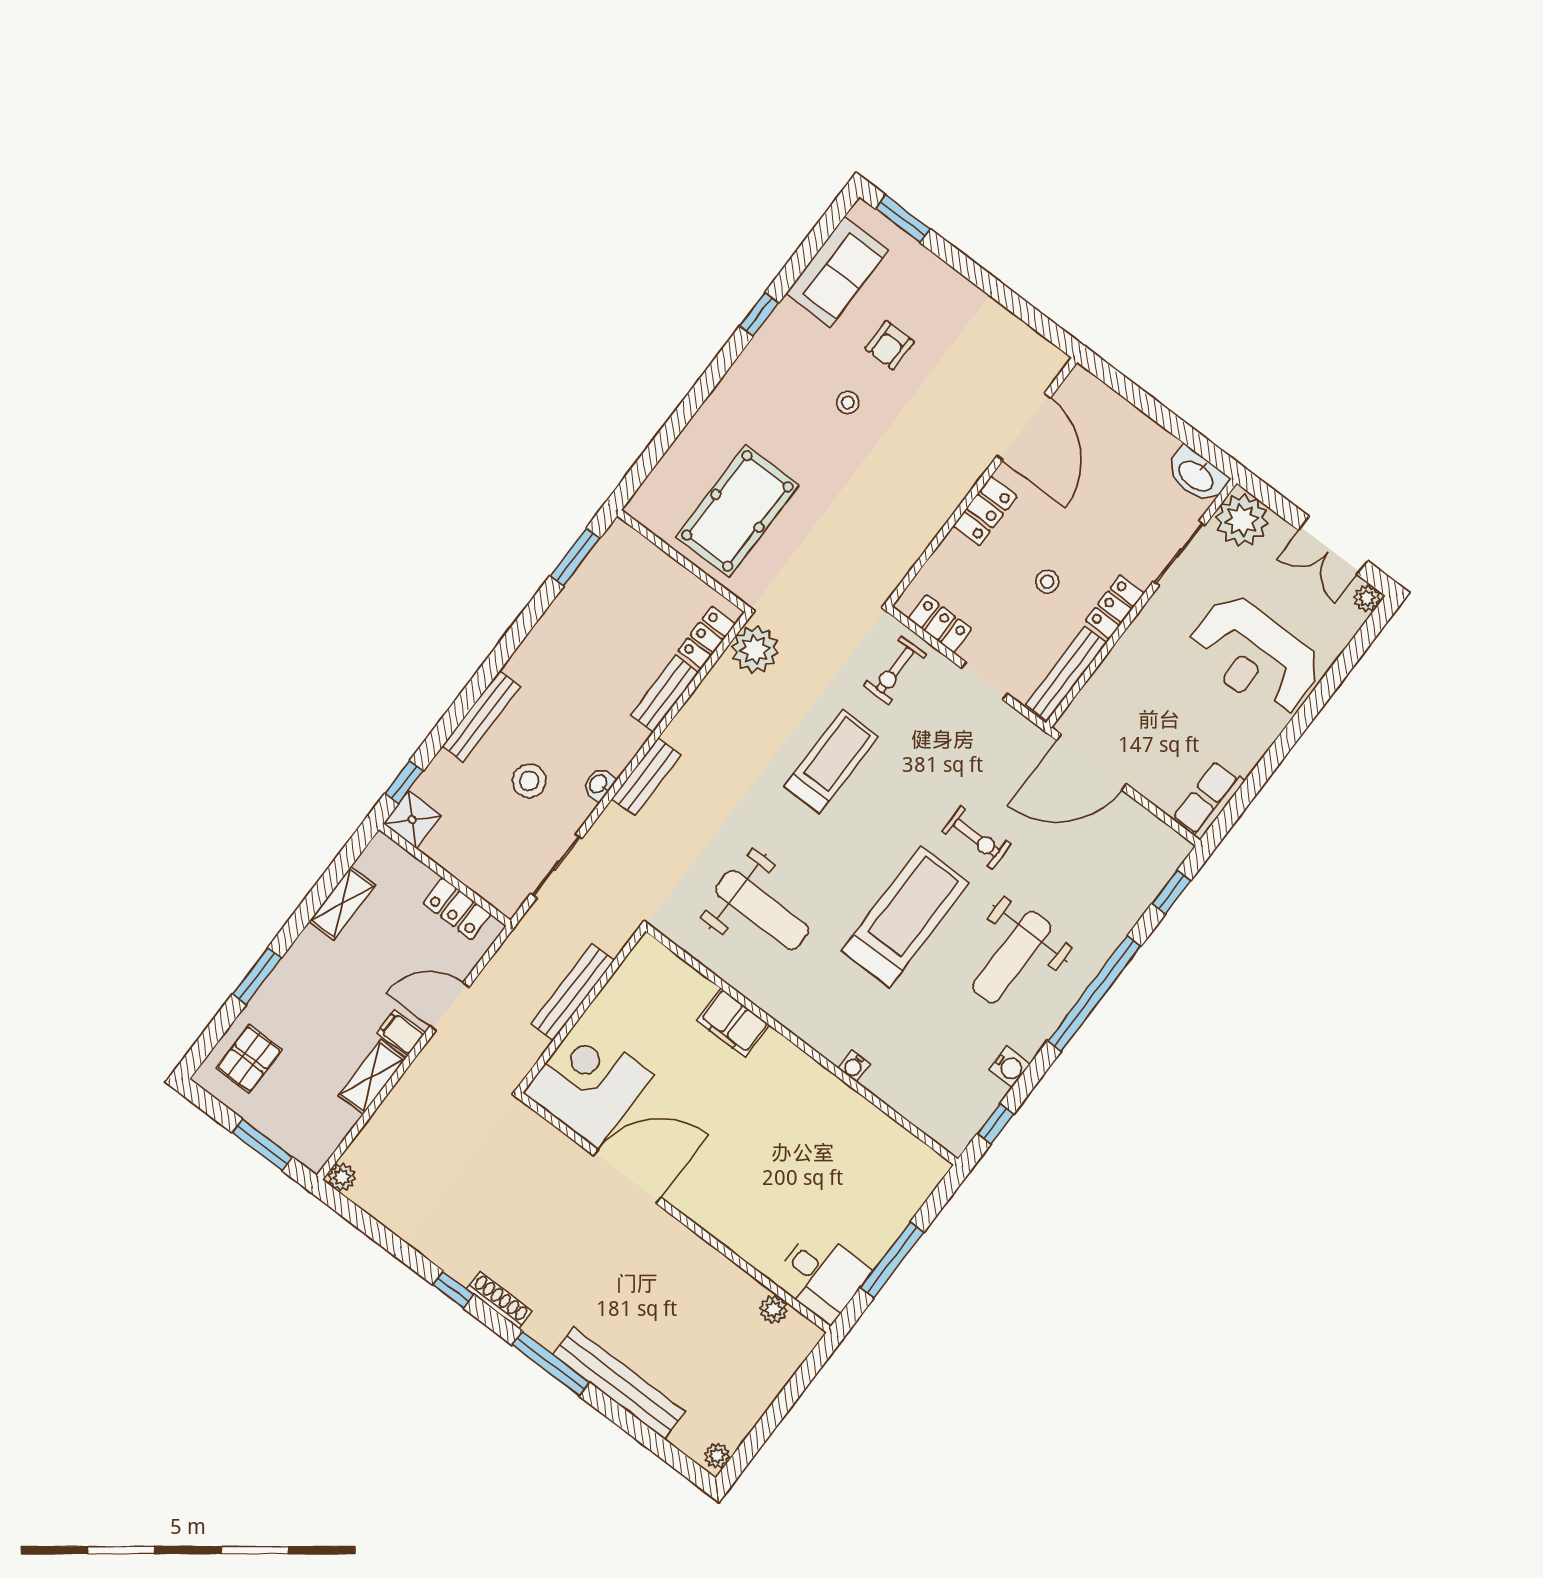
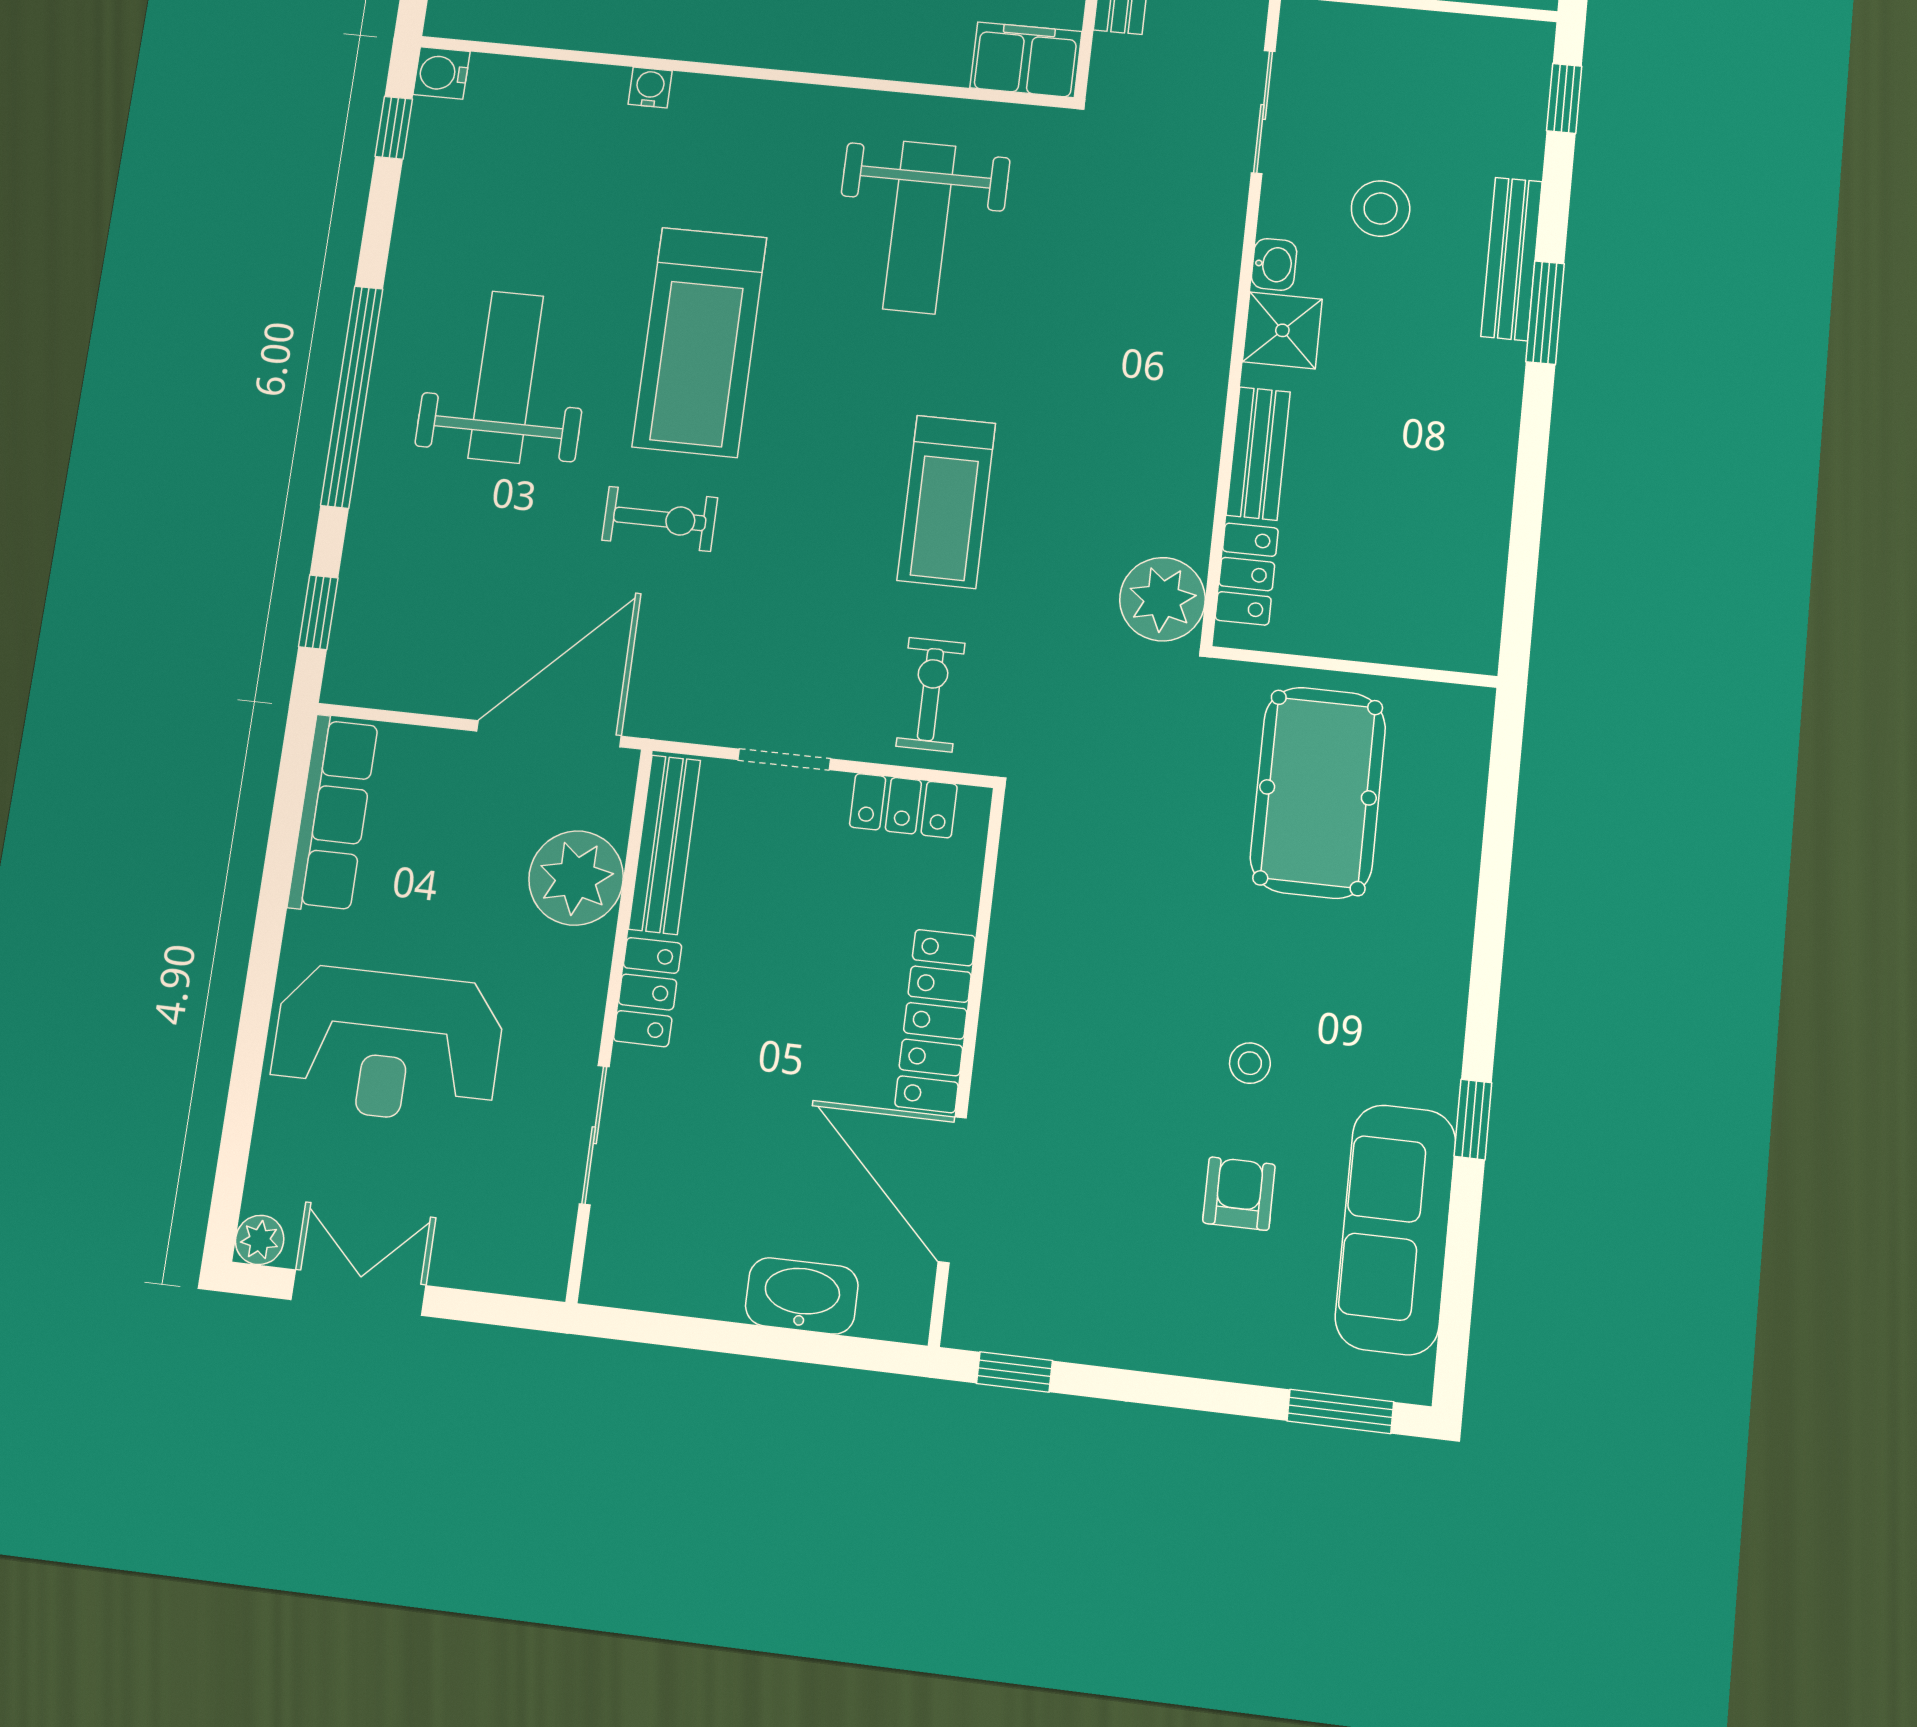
sofa: (837, 272) -> (1396, 1229), width x1.36
window: (1044, 326) -> (1014, 1372), added
washbasin: (1197, 475) -> (802, 1296), moved
locker: (985, 511) -> (935, 1021), width x1.53
plant: (1242, 520) -> (576, 878), moved
window: (575, 557) -> (1545, 313), moved
stool: (1047, 582) -> (775, 969), removed
reception desk: (1255, 656) -> (387, 1045), turned 180
bench: (646, 777) -> (1210, 317), removed
row of seats: (1208, 800) -> (333, 814), width x1.48
shower: (412, 820) -> (1282, 330), moved
exercise bike: (976, 838) -> (660, 519), turned 180
weight bench: (762, 910) -> (919, 227), turned -90
filing cabinet: (733, 1023) -> (1026, 60), moved
water cooler: (1009, 1067) -> (442, 73), moved

